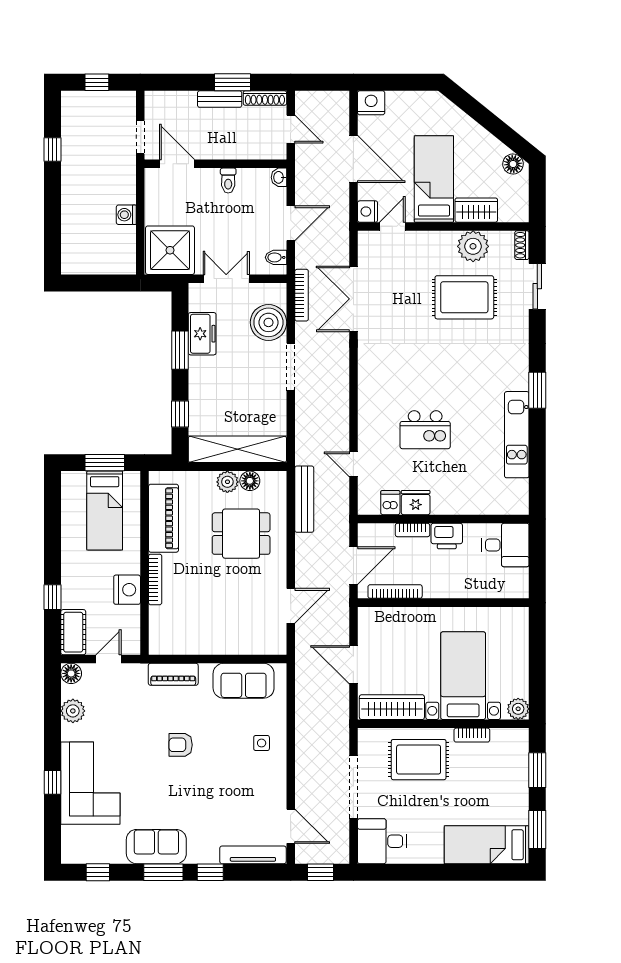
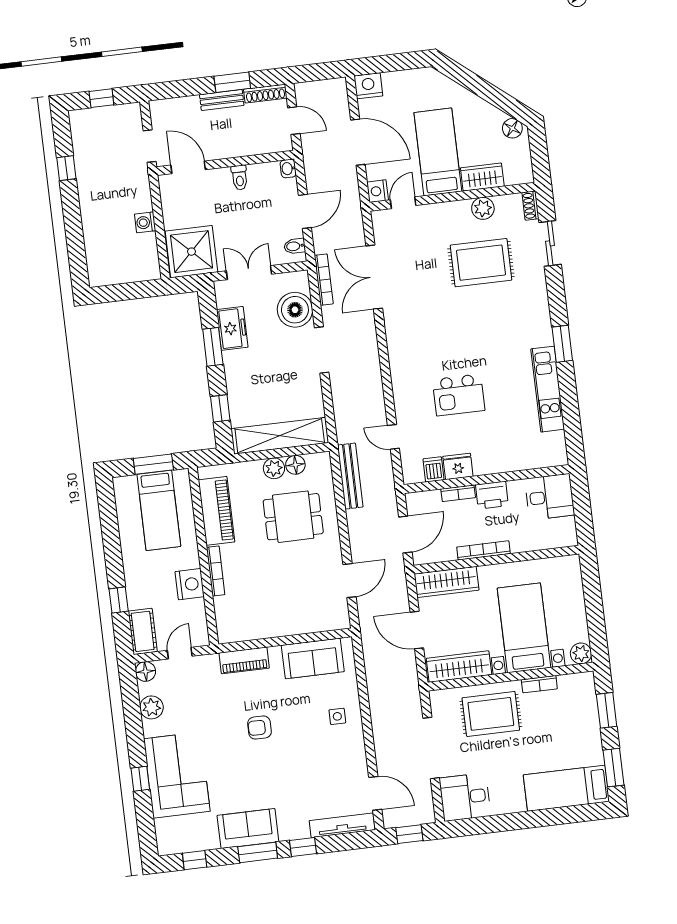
plant: (473, 246) -> (483, 208), width x0.73, depth x0.73
bookcase: (395, 592) -> (484, 550), moved
wardrobe: (390, 619) -> (447, 582), added

